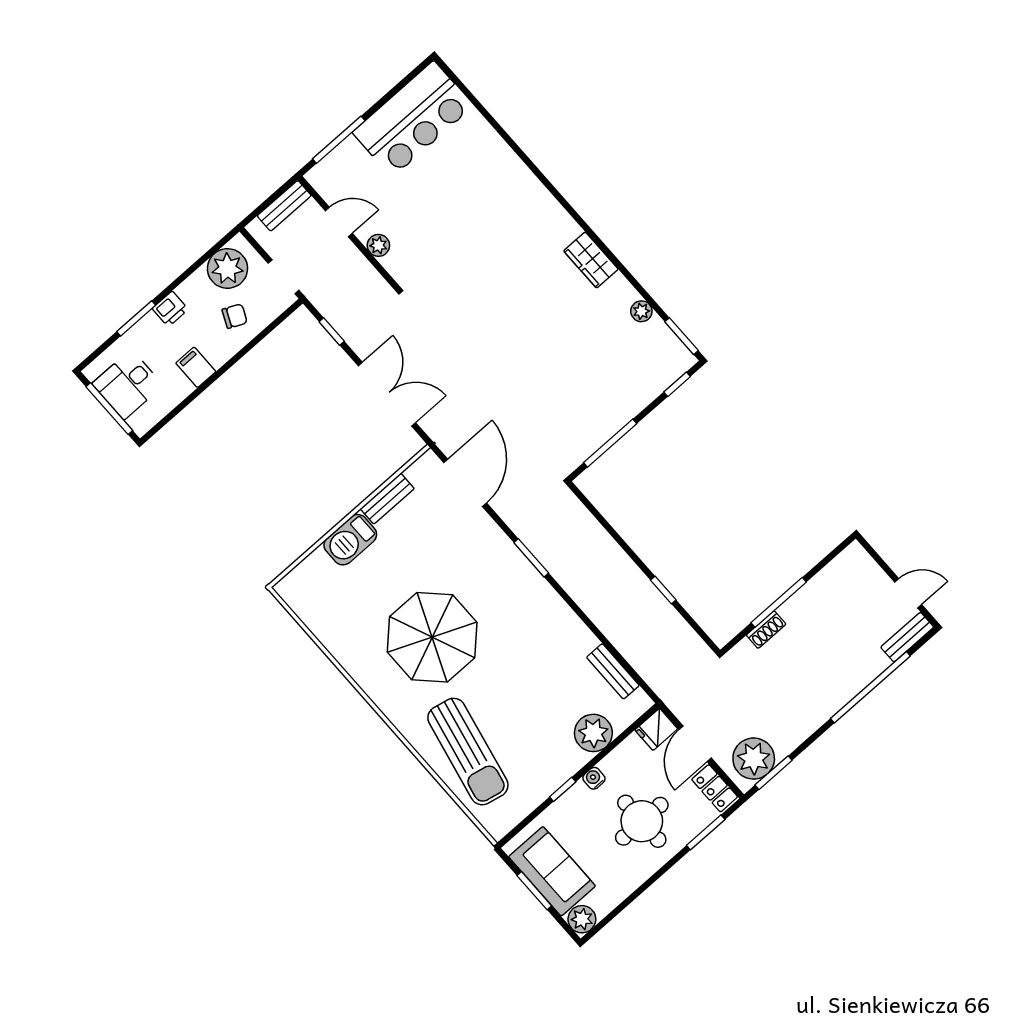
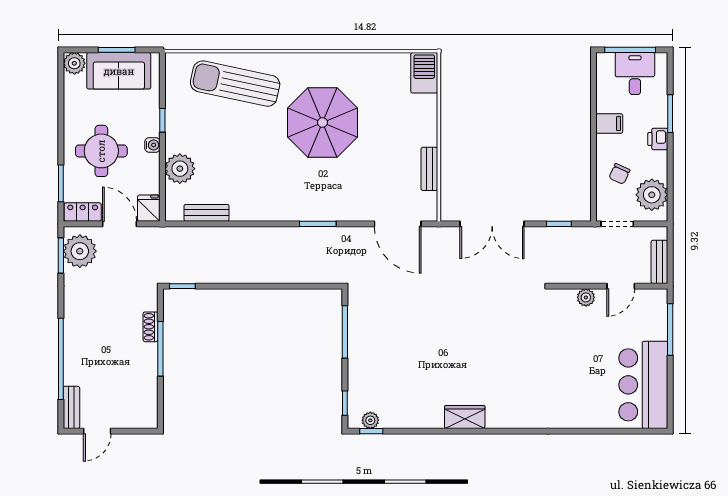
plant: (641, 311) -> (370, 420), moved
window: (681, 336) -> (371, 431), width x0.67
barbecue: (350, 540) -> (424, 73), moved
window: (663, 590) -> (182, 286), moved

